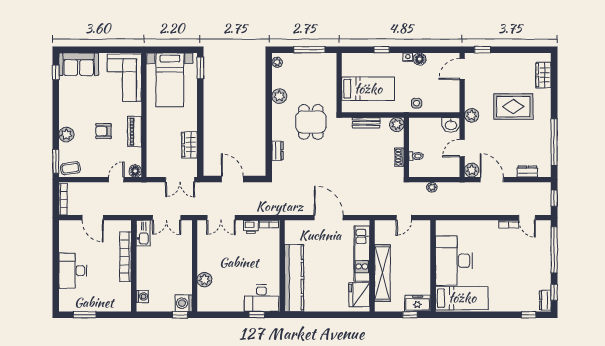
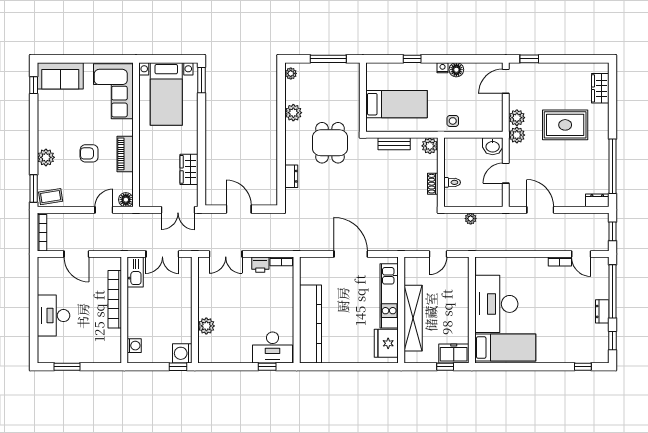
plant: (472, 170) -> (517, 118), moved
dresser: (527, 171) -> (597, 200), moved
dresser: (545, 300) -> (602, 311), moved

